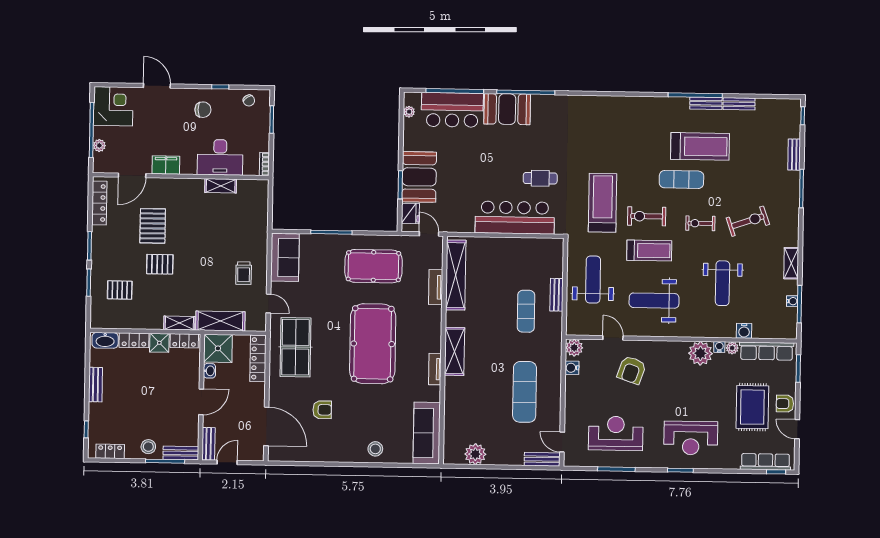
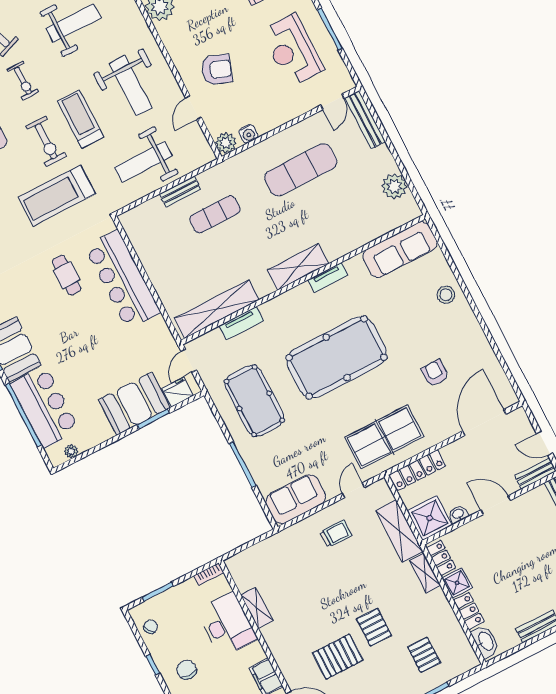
bench: (542, 459) -> (365, 120), width x1.36

